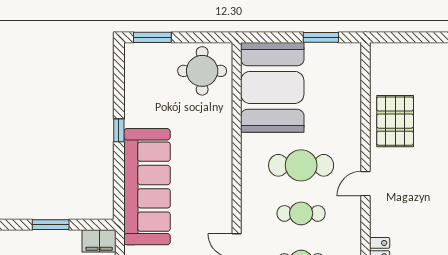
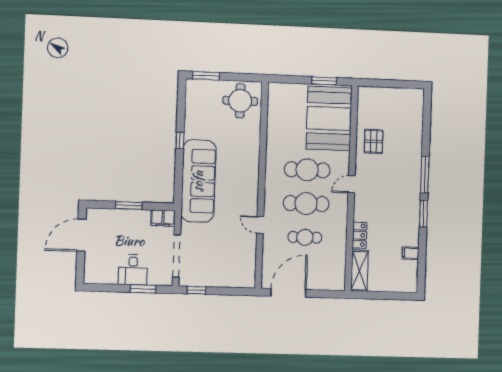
booth: (272, 87) -> (329, 118), moved
pallet: (395, 121) -> (374, 141), width x0.67, depth x0.71
cafe table: (301, 213) -> (306, 204), width x1.37, depth x1.35

